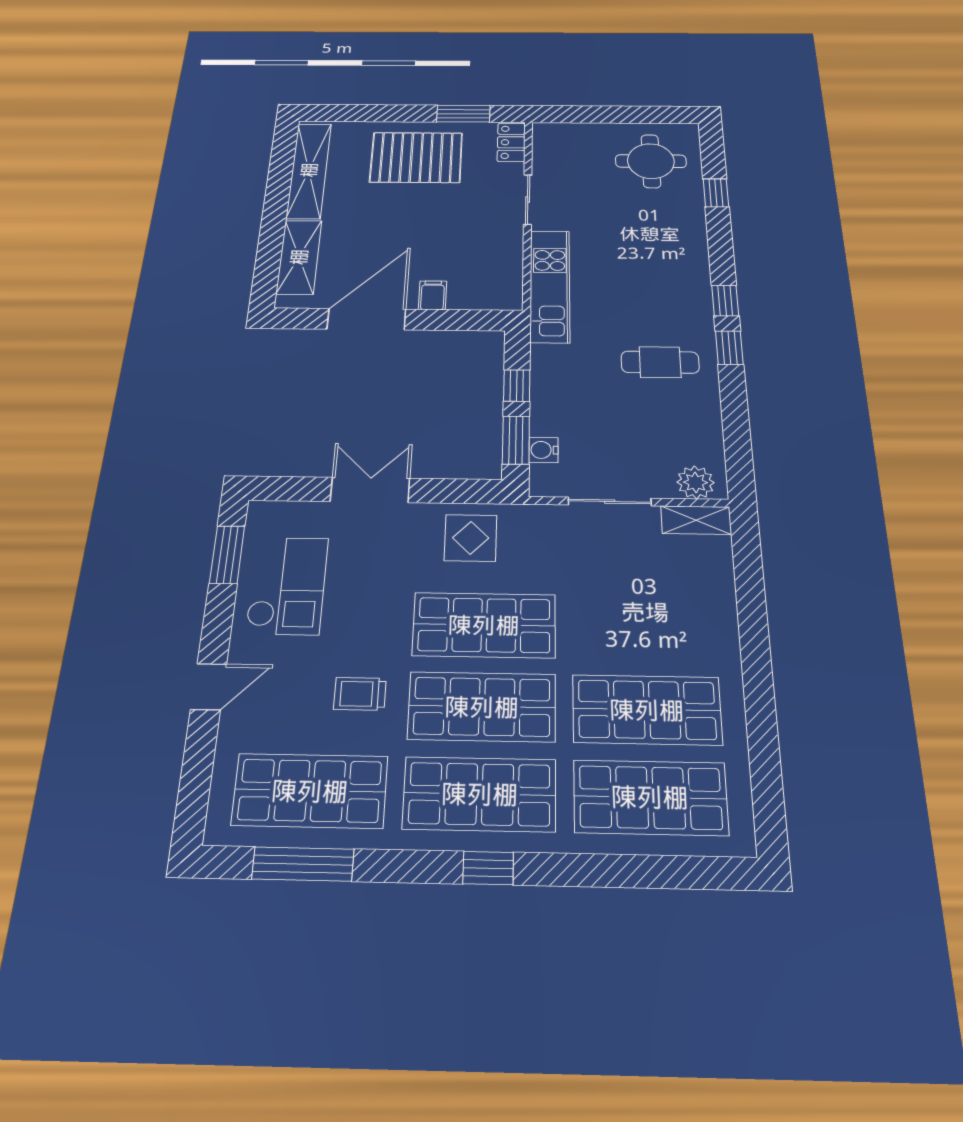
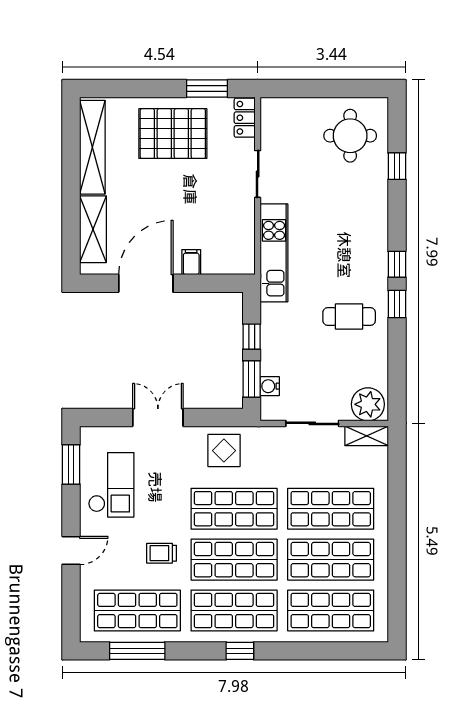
plant: (696, 482) -> (368, 404), width x1.36, depth x1.36
shop shelf: (644, 628) -> (331, 509), added

